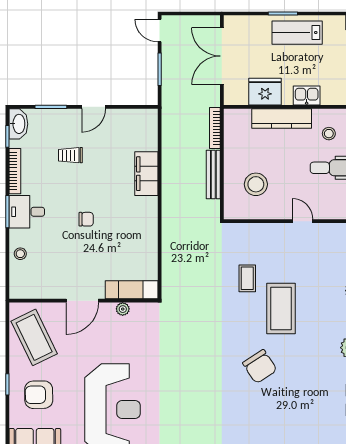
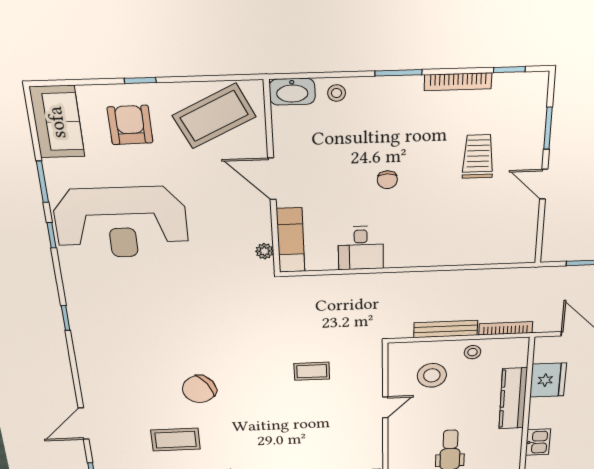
kitchen sink: (307, 96) -> (538, 442), moved
washbasin: (18, 124) -> (292, 92), moved
stool: (329, 134) -> (473, 352), moved
trolley: (70, 155) -> (478, 156), width x1.36, depth x1.39
filing cabinet: (146, 174) -> (449, 252), removed
desk: (27, 212) -> (361, 248), moved, turned 180
door: (303, 221) -> (385, 407), moved
coffee table: (281, 308) -> (176, 440), moved, width x0.73, depth x0.76
plant: (123, 309) -> (264, 251), moved

